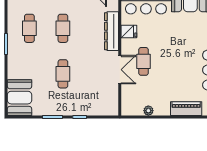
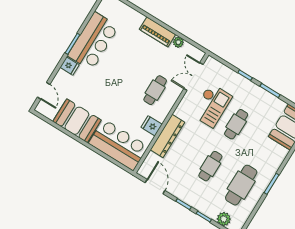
cafe table: (29, 28) -> (241, 185), width x1.37, depth x1.35
double door: (120, 70) -> (193, 76), moved
checkout: (91, 77) -> (212, 106), added
piano: (186, 109) -> (157, 32), moved

